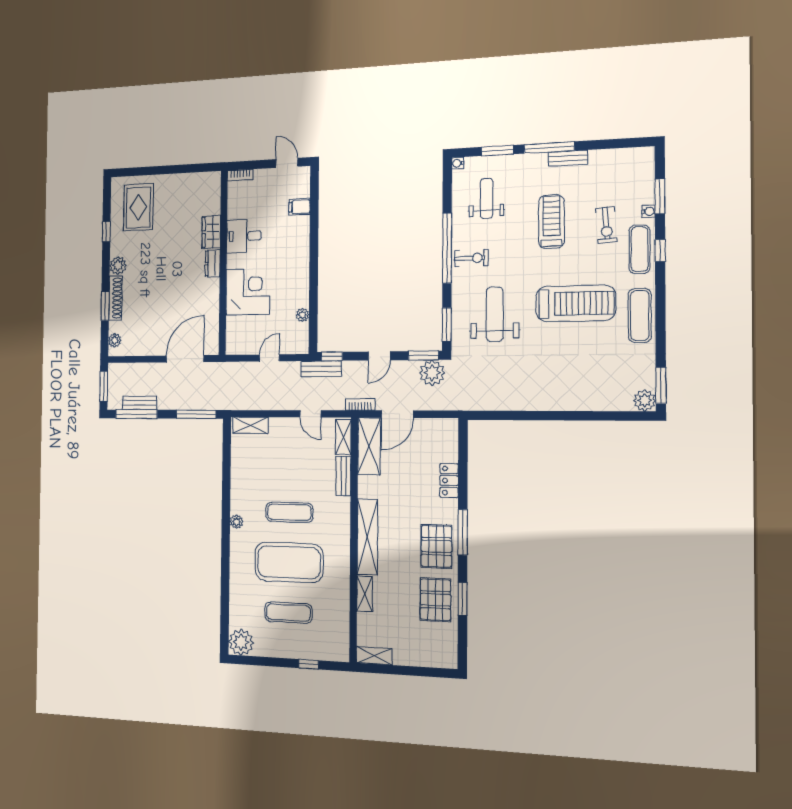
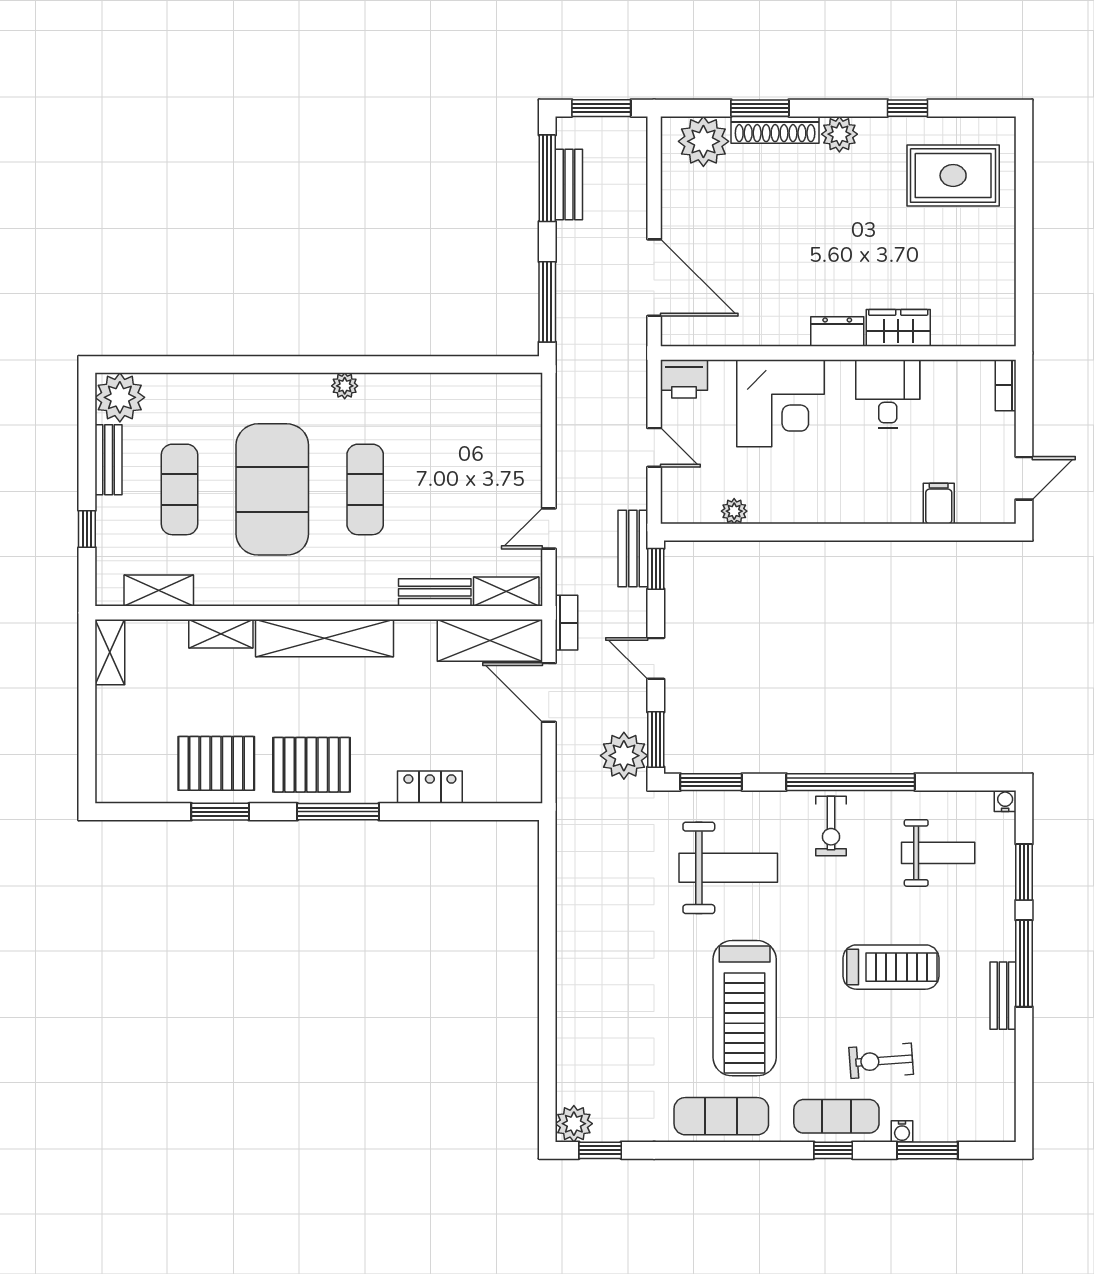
plant: (115, 340) -> (703, 141), width x1.87, depth x1.87
printer: (235, 343) -> (684, 379), added
window: (661, 385) -> (600, 1150), width x0.67
shelving: (250, 425) -> (159, 591), moved, turned 90
bench: (273, 650) -> (109, 460), added

